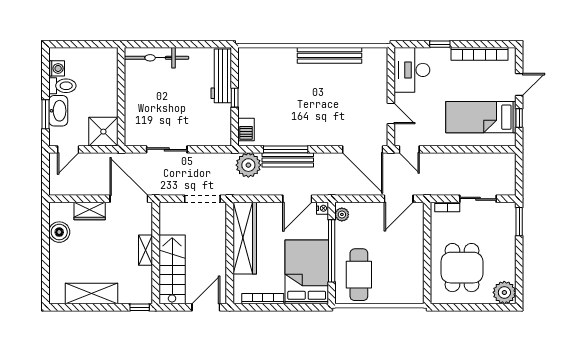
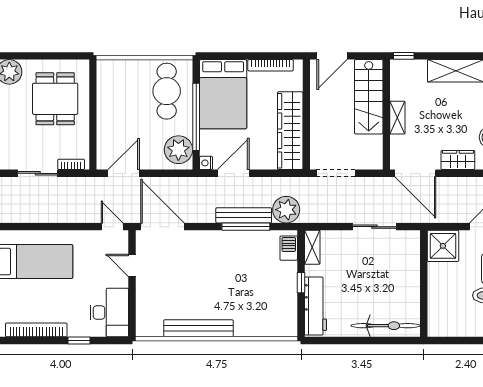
shelving: (224, 130) -> (312, 247), added
plant: (342, 214) -> (178, 150), width x1.88, depth x1.88

